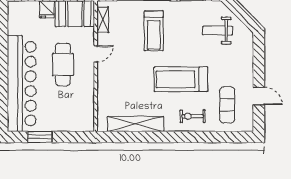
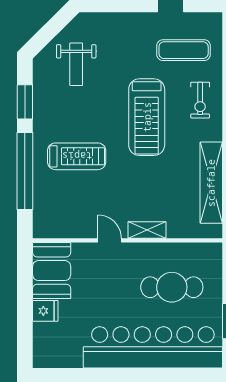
shelving: (103, 20) -> (147, 230), moved
cafe table: (63, 64) -> (172, 287), moved

